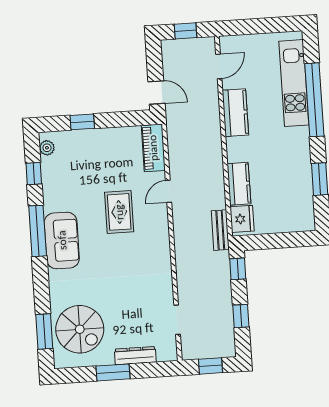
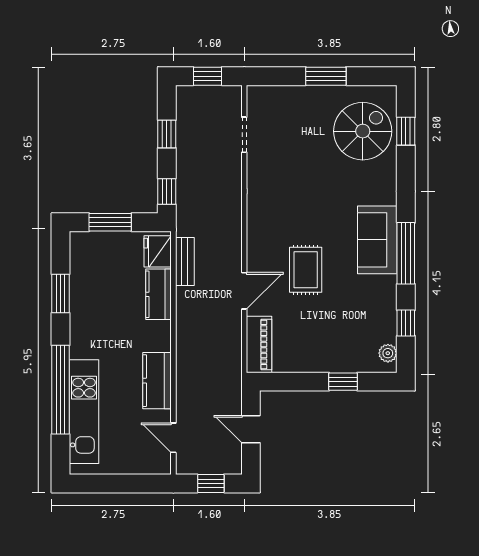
door: (219, 66) -> (173, 438), hinge flipped
door: (156, 93) -> (251, 429), moved
door: (169, 191) -> (244, 291), width x1.38
bench: (220, 230) -> (185, 261), moved
window: (283, 240) -> (110, 222), added
spiral stairs: (80, 329) -> (363, 131), turned 90
window: (44, 332) -> (406, 131), width x0.67
dresser: (135, 356) -> (298, 95), removed

